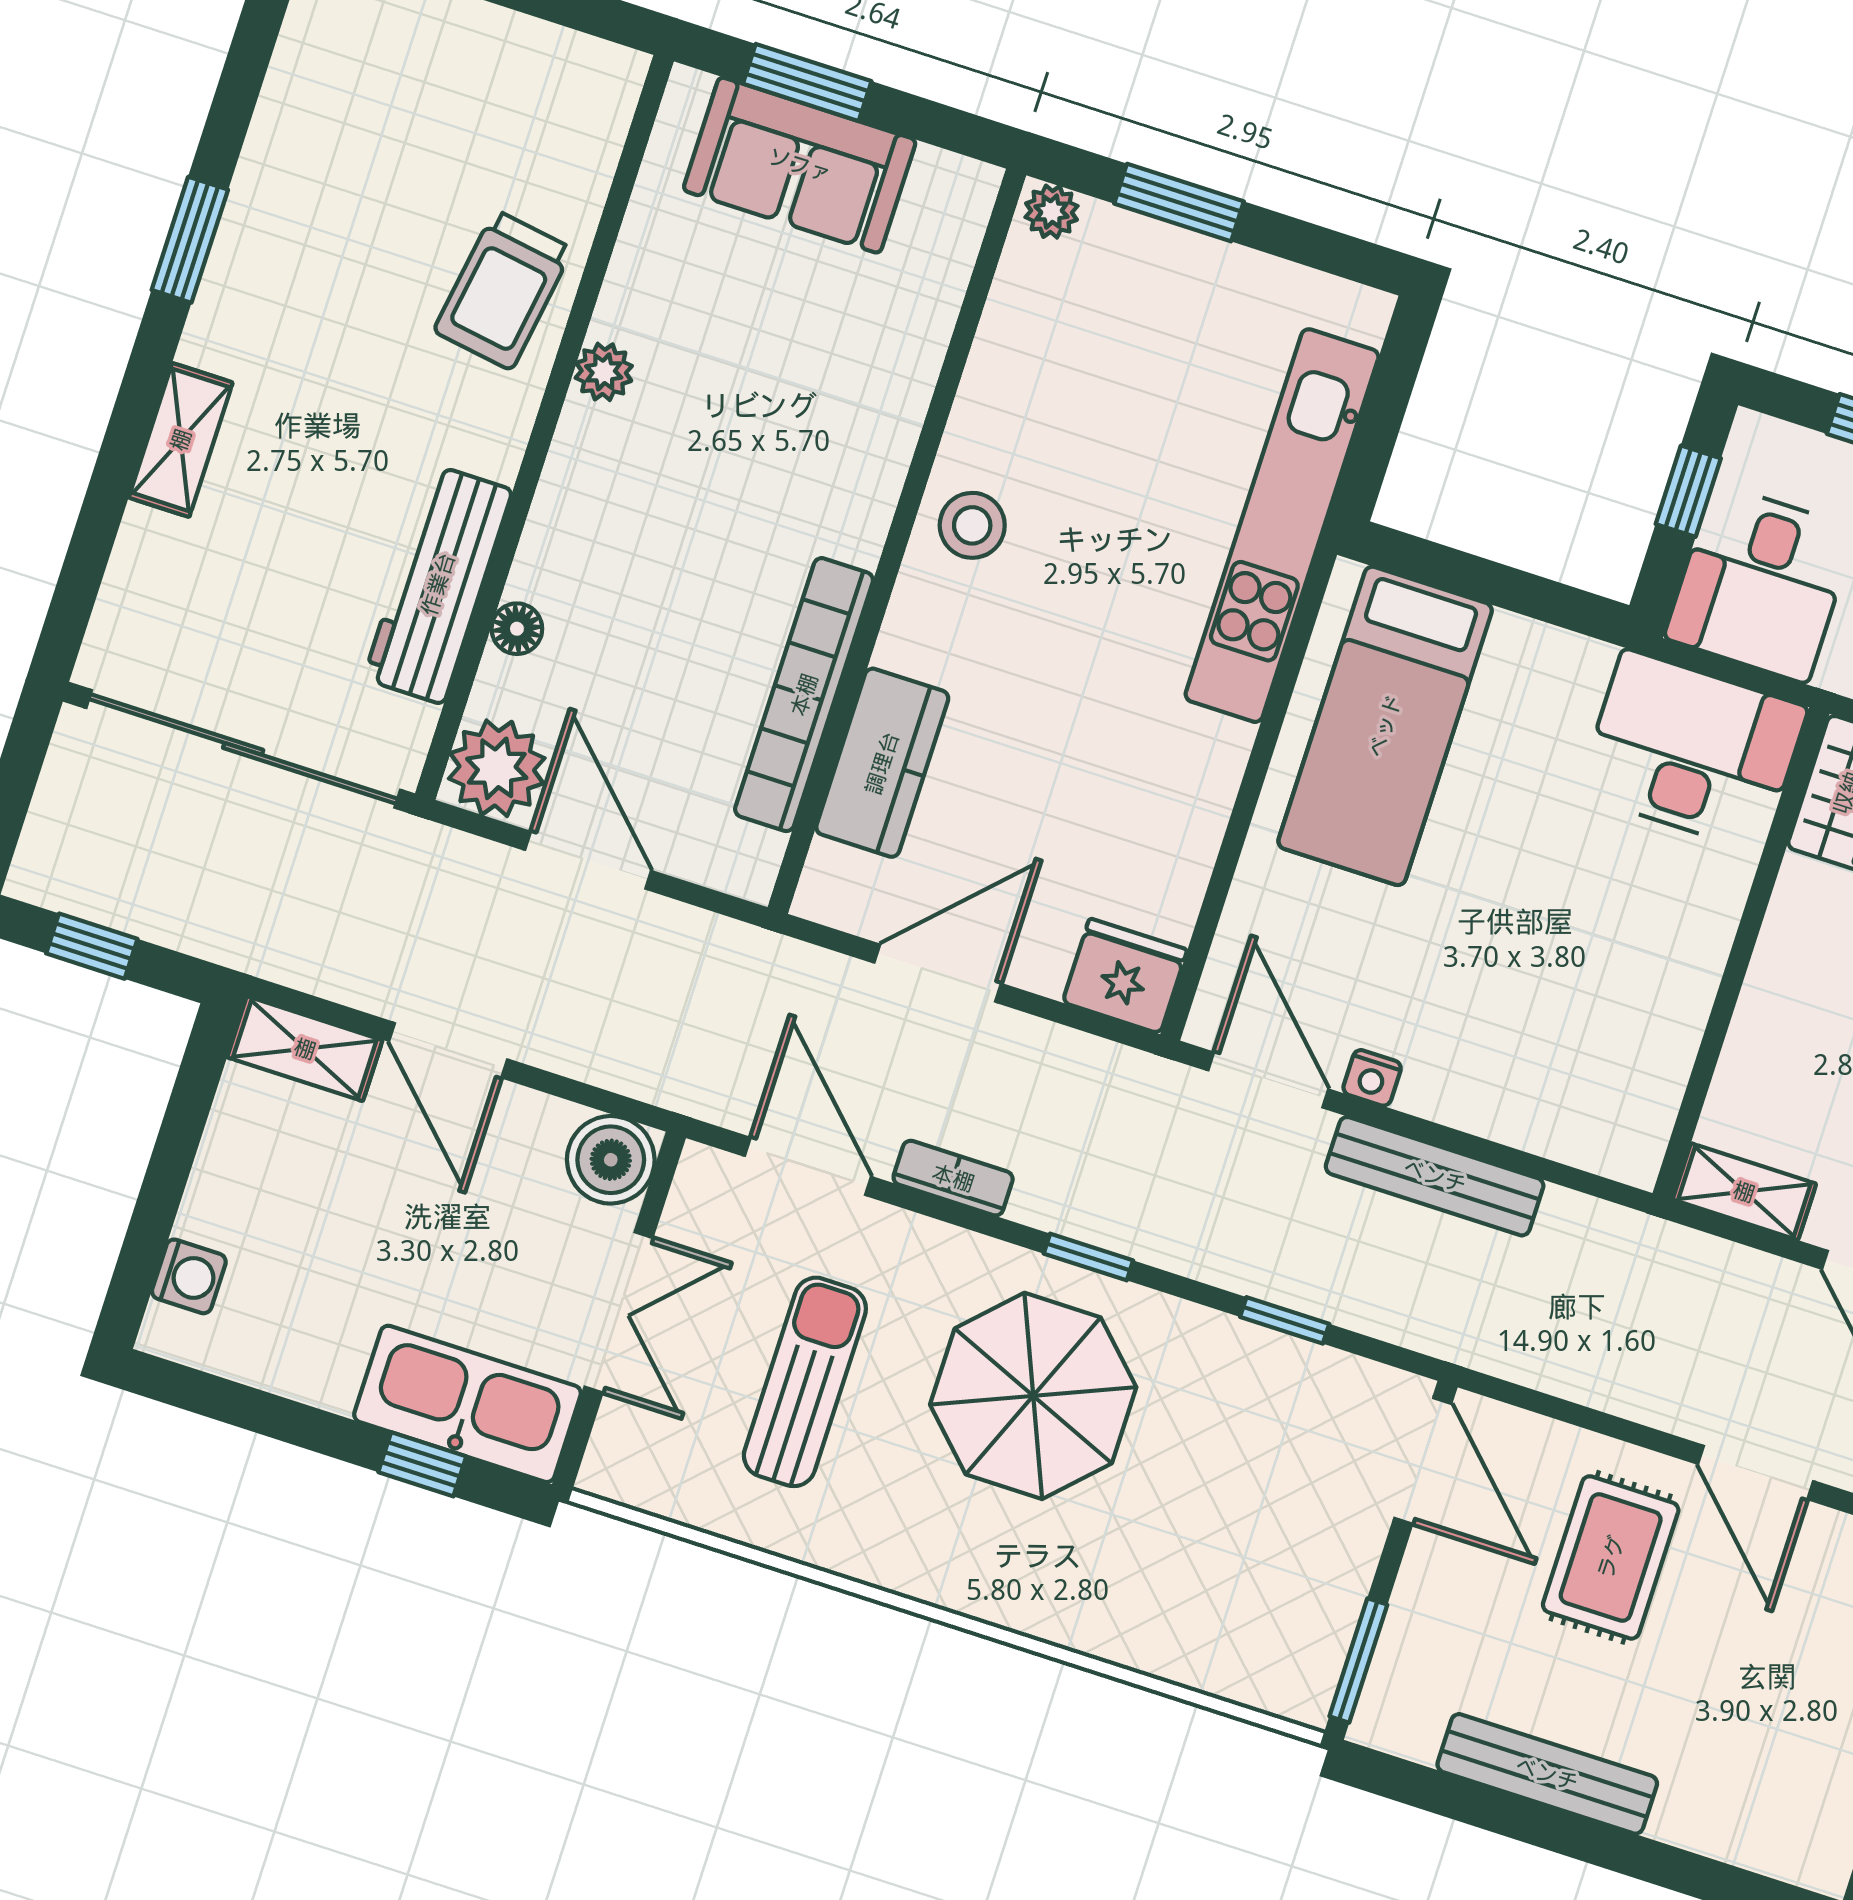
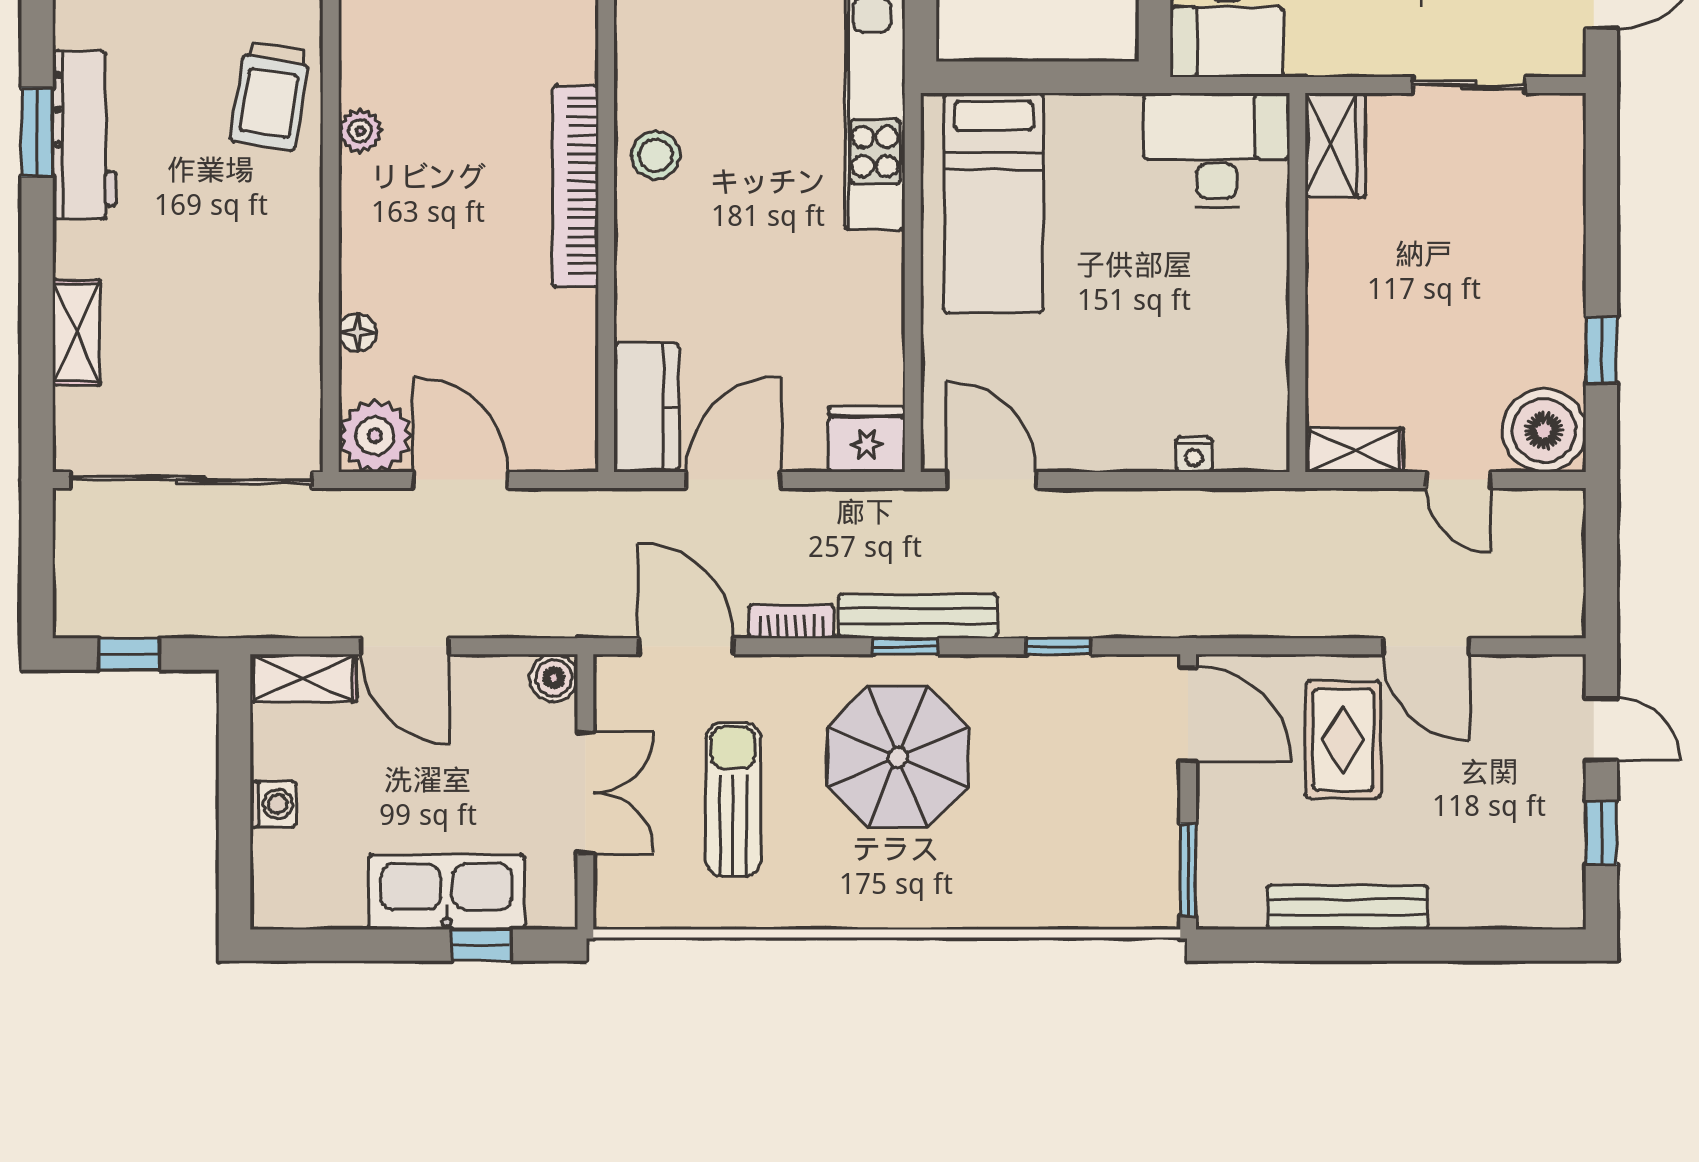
shelving: (181, 440) -> (76, 332), moved
workbench: (438, 584) -> (84, 135), moved, turned 180
bookcase: (804, 695) -> (575, 186), moved
kitchen counter: (882, 763) -> (646, 407), moved
nightstand: (1372, 1078) -> (1194, 455), moved
boiler: (611, 1160) -> (554, 678), width x0.73, depth x0.73
bench: (1435, 1176) -> (918, 616), moved
washing machine: (189, 1276) -> (273, 804), moved
kitchen sink: (468, 1404) -> (447, 892), moved

